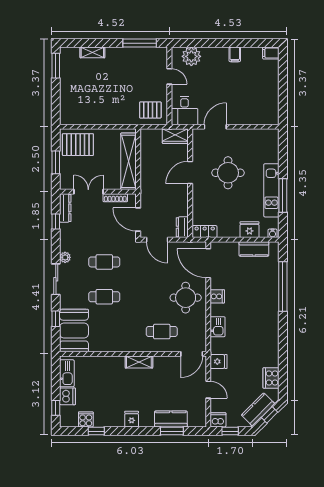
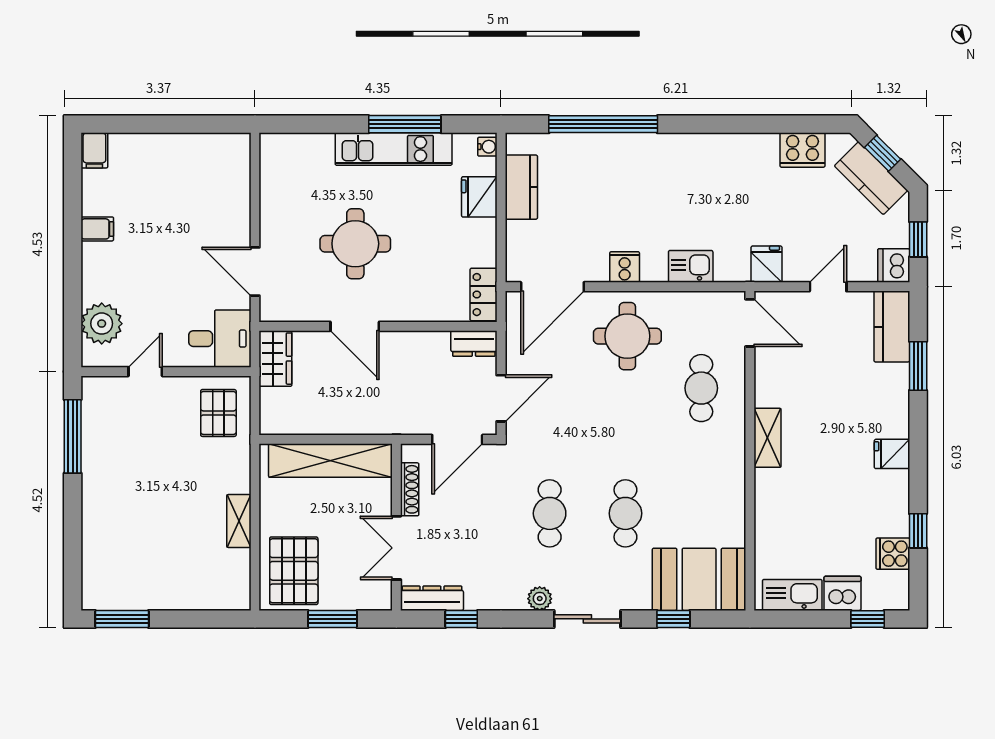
shelving: (92, 52) -> (239, 521), moved
kitchen counter: (171, 419) -> (892, 327), moved

